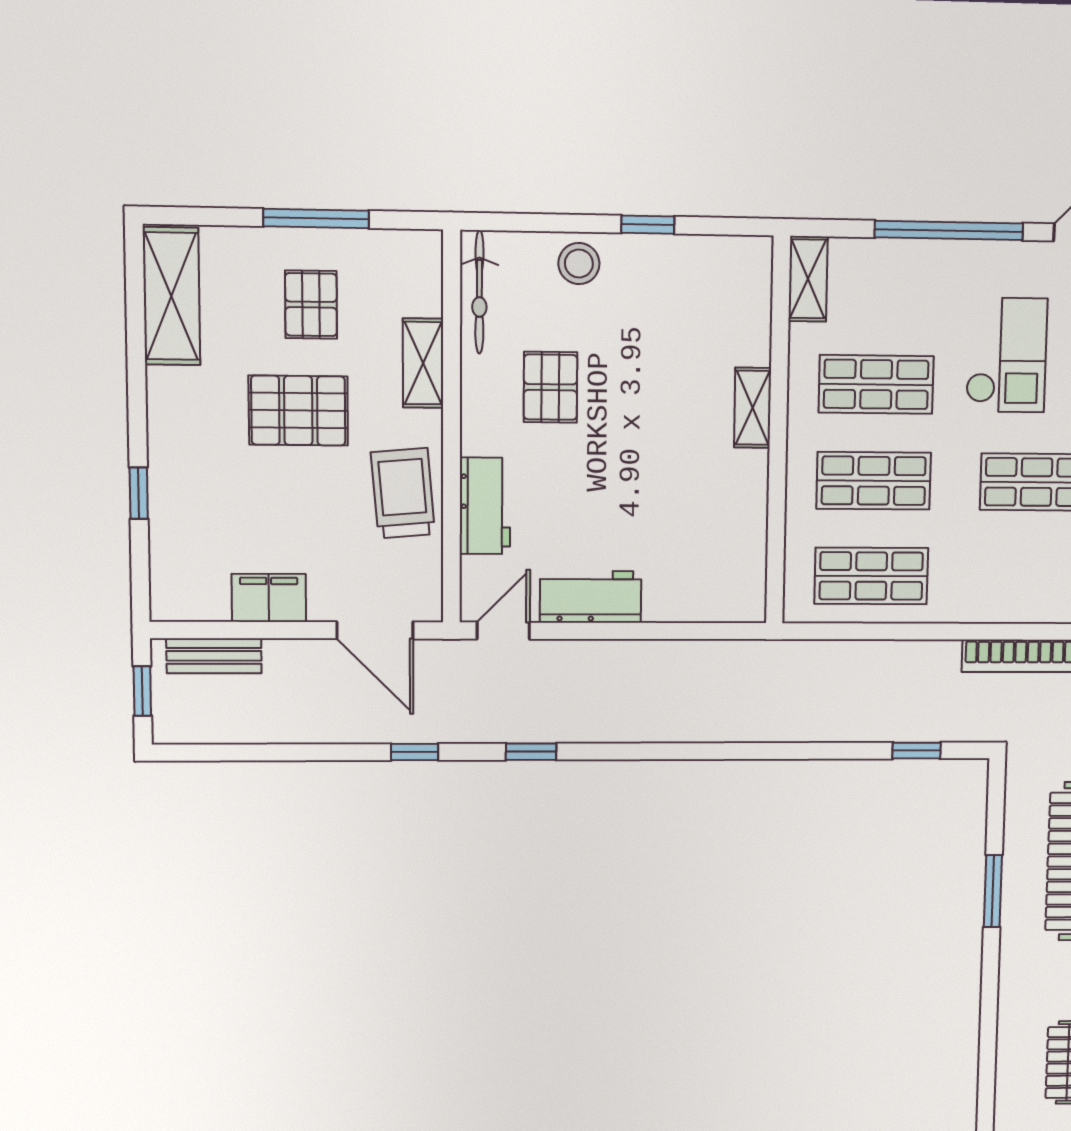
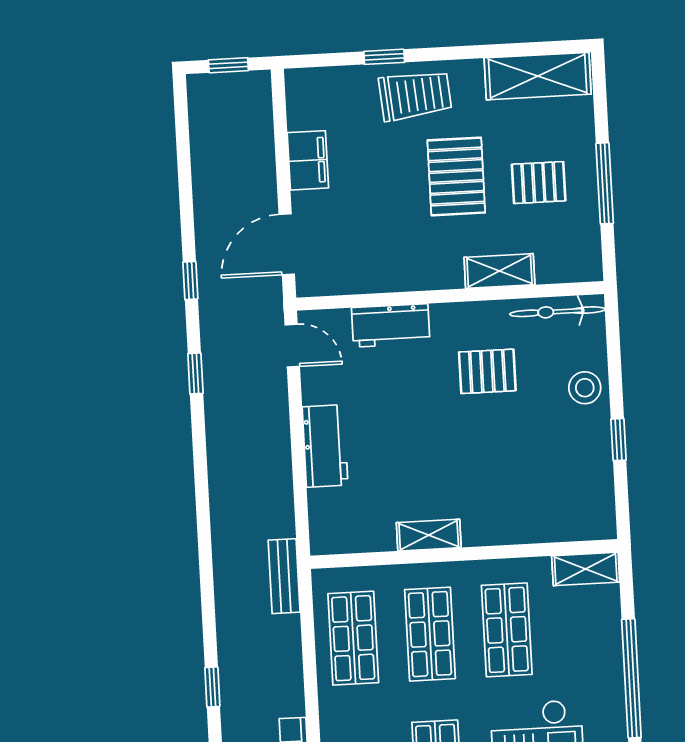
shelving: (753, 408) -> (429, 535), moved
trolley: (403, 493) -> (415, 95), moved
workbench: (590, 597) -> (325, 446), moved
bench: (214, 656) -> (284, 576), moved

